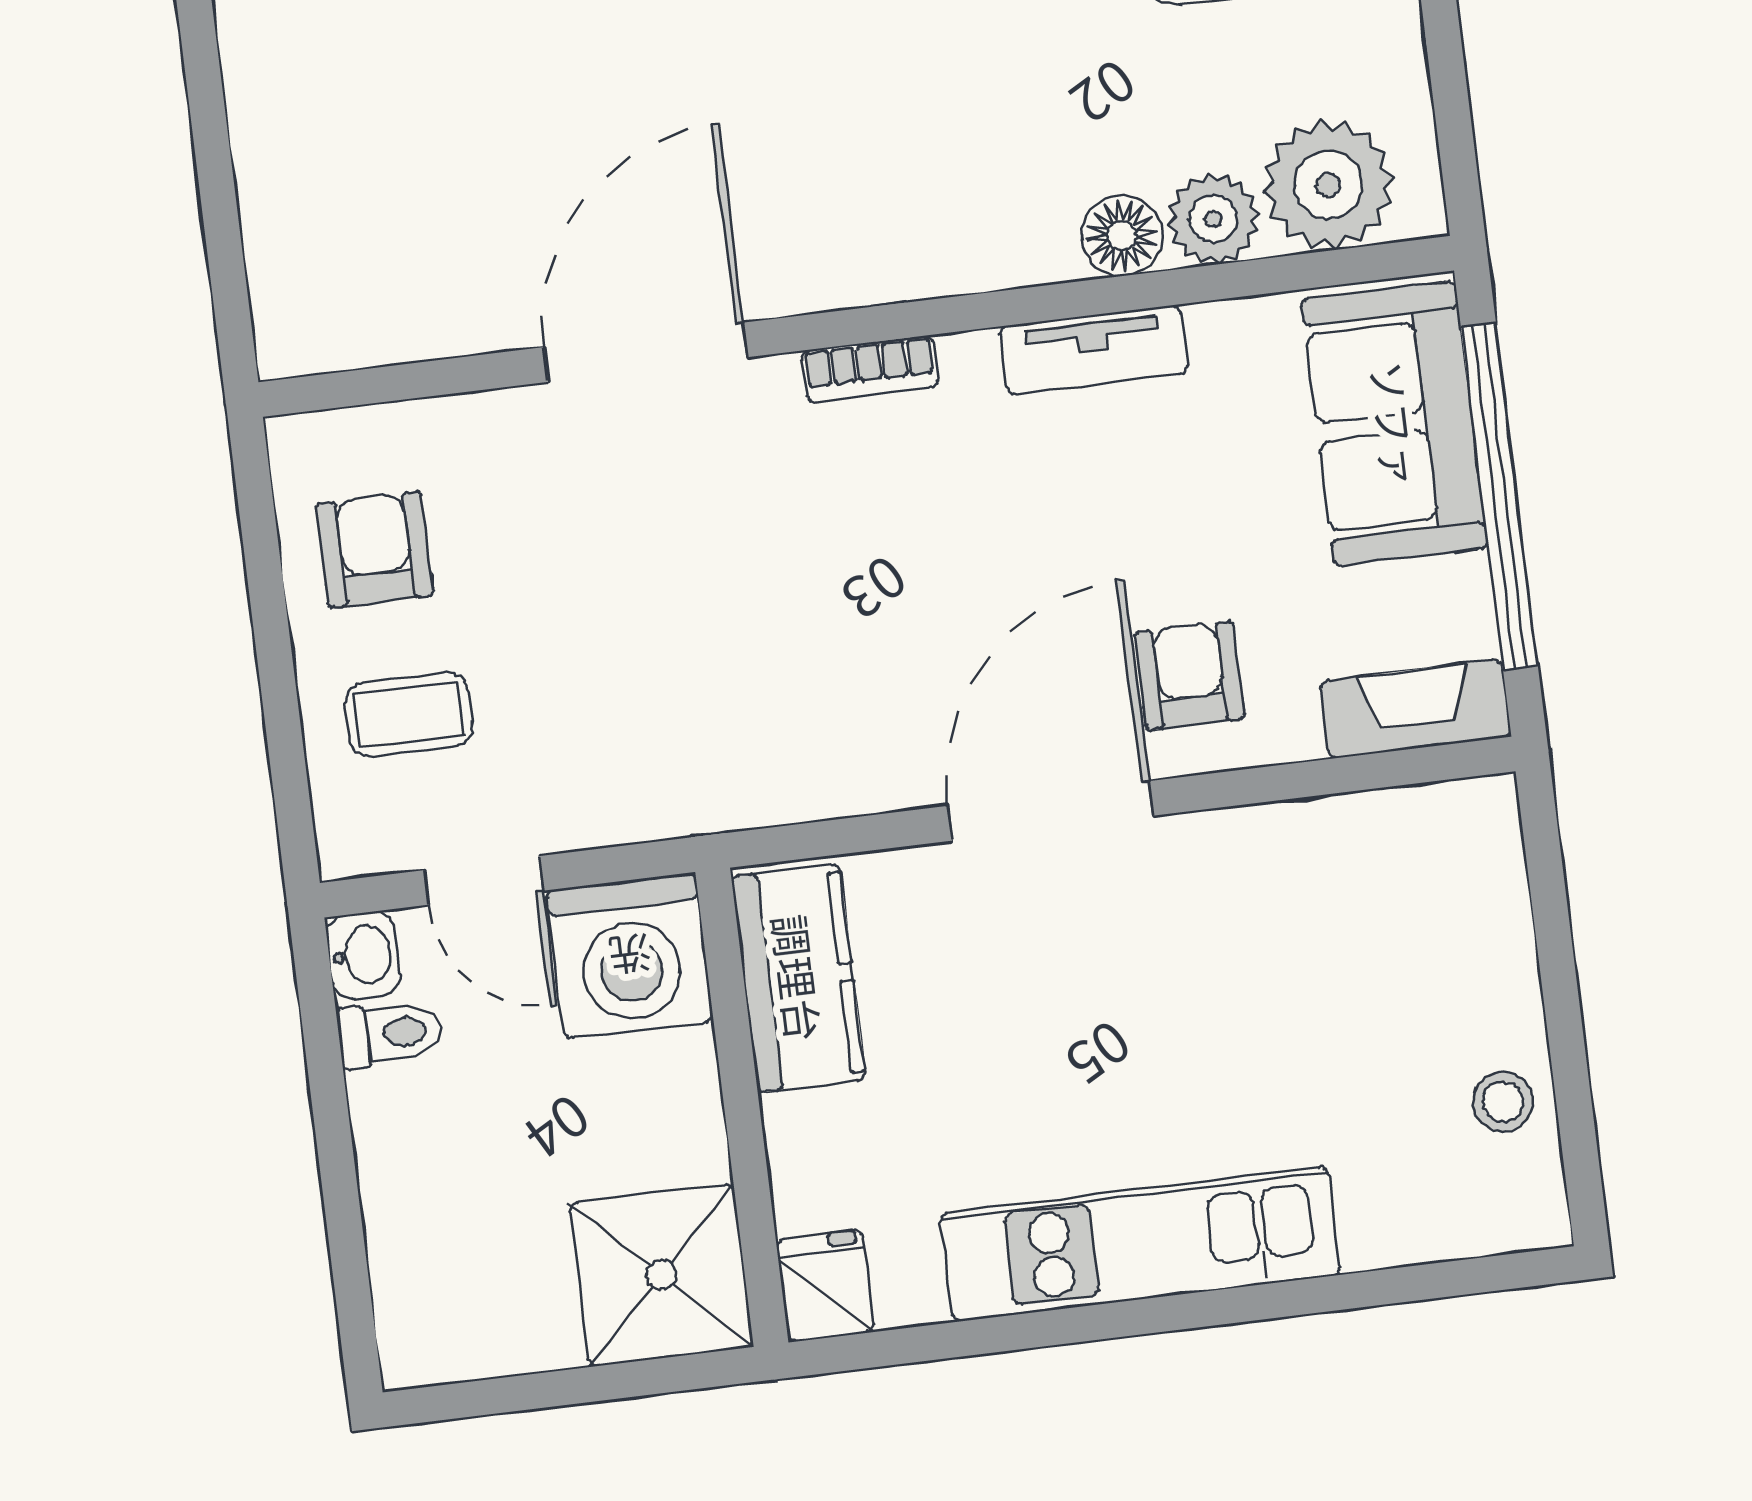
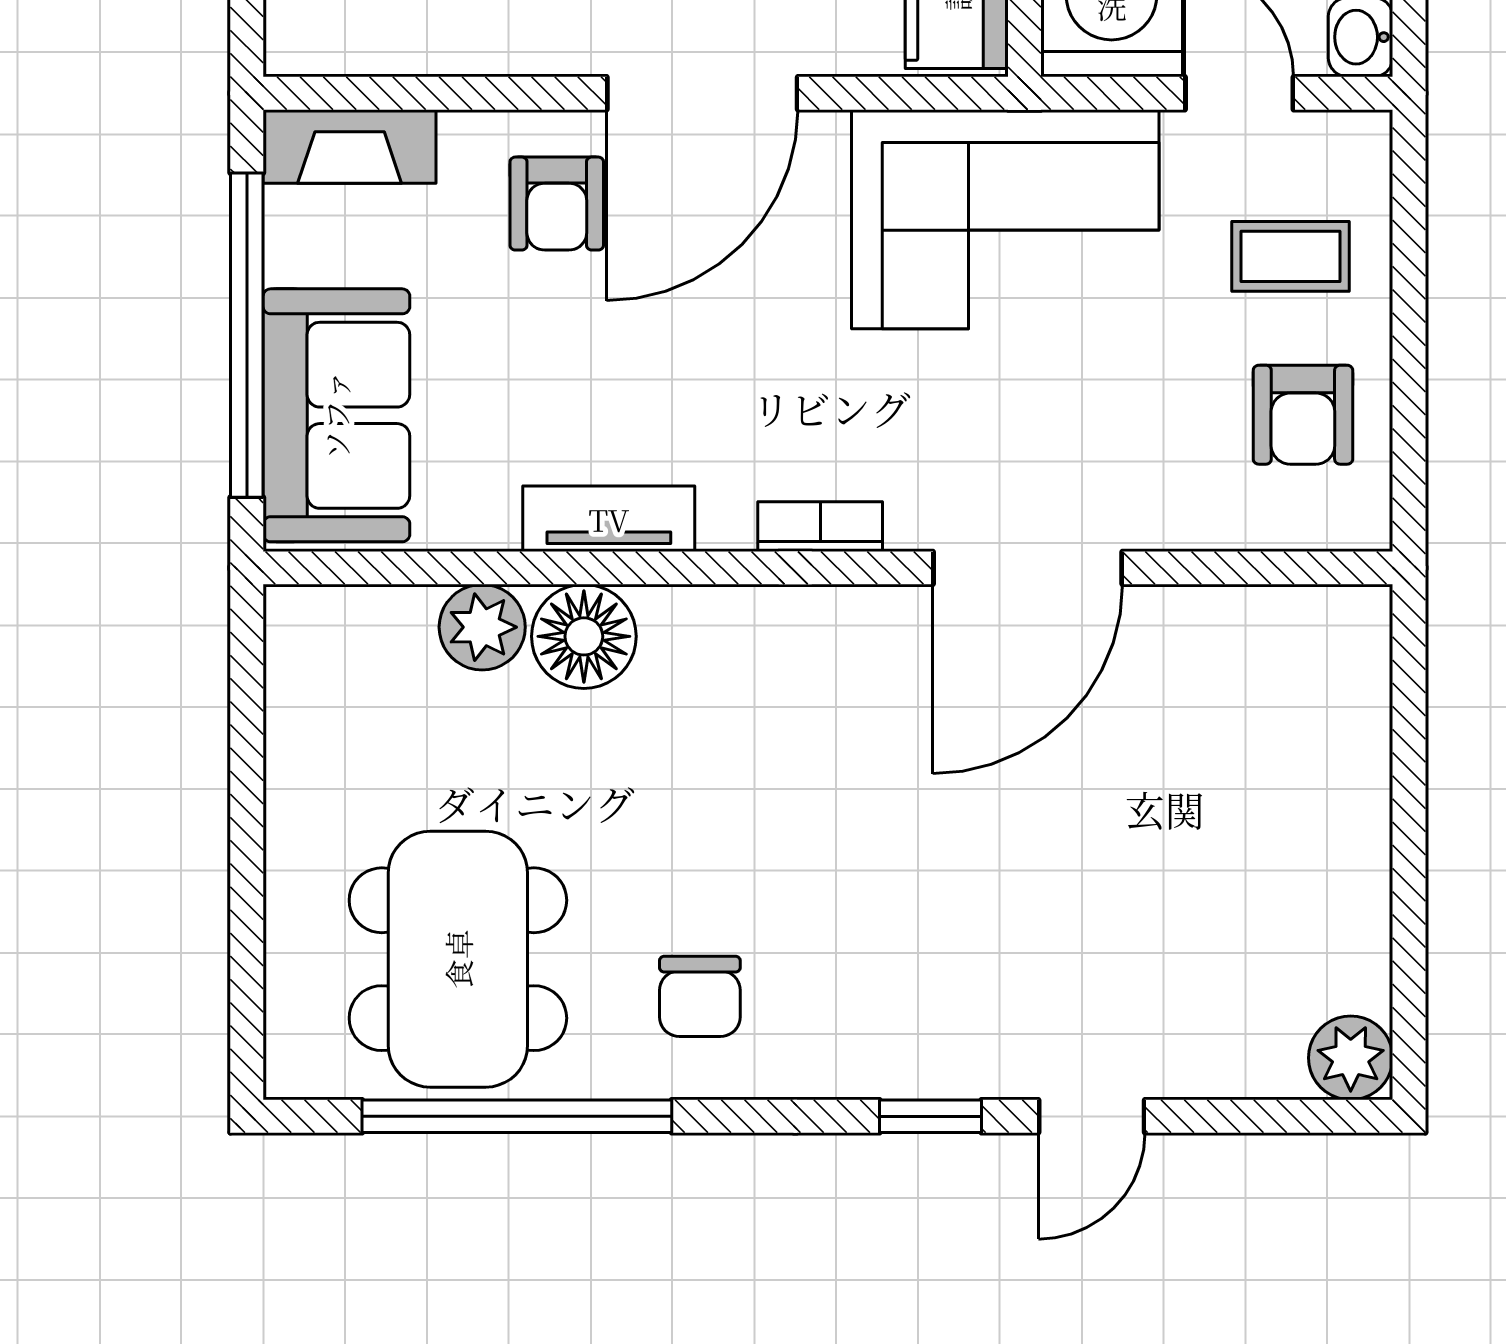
plant: (1328, 185) -> (371, 646), removed
floor lamp: (1122, 236) -> (584, 636), width x1.38, depth x1.38
corner sofa: (714, 717) -> (1005, 219), added

